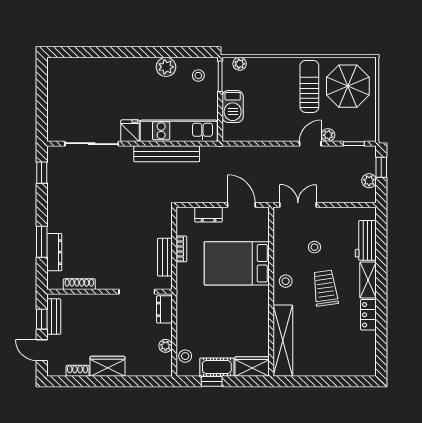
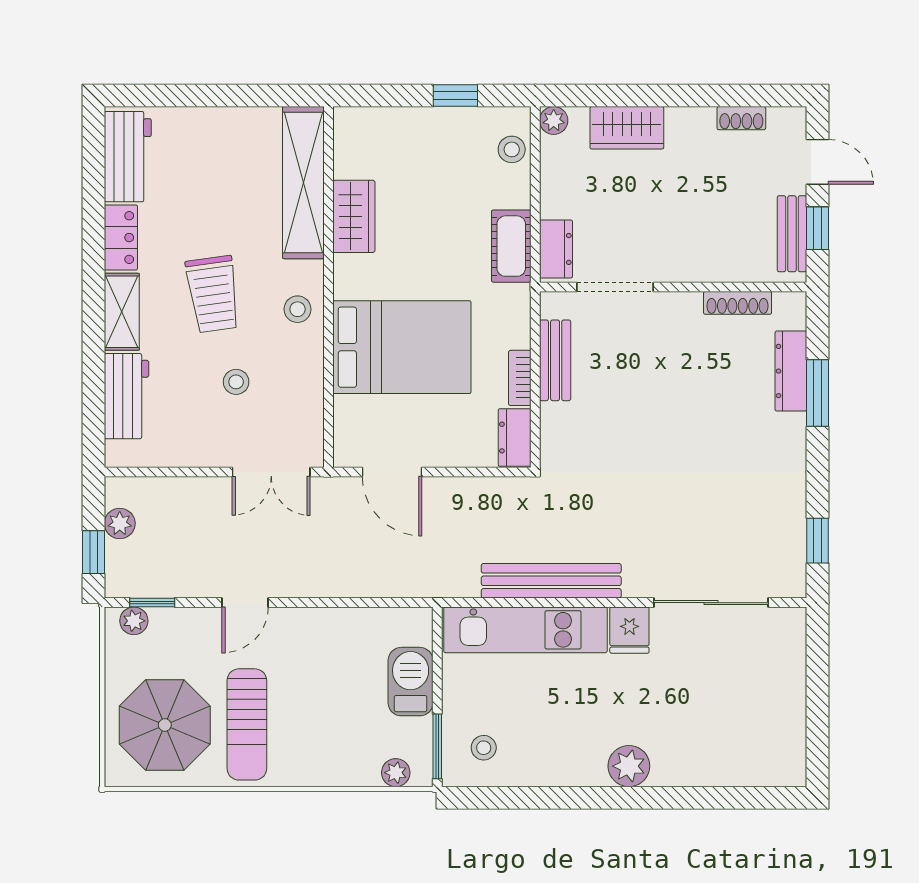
plant: (166, 67) -> (629, 766), moved
plant: (328, 135) -> (134, 621), moved
dresser: (209, 215) -> (515, 438), moved, turned -90
plant: (166, 346) -> (554, 120), moved
workbench: (365, 353) -> (128, 157), added
wardrobe: (108, 366) -> (627, 128), moved
wardrobe: (252, 366) -> (354, 216), moved, turned -90
cot: (217, 367) -> (511, 246), moved, turned 90

